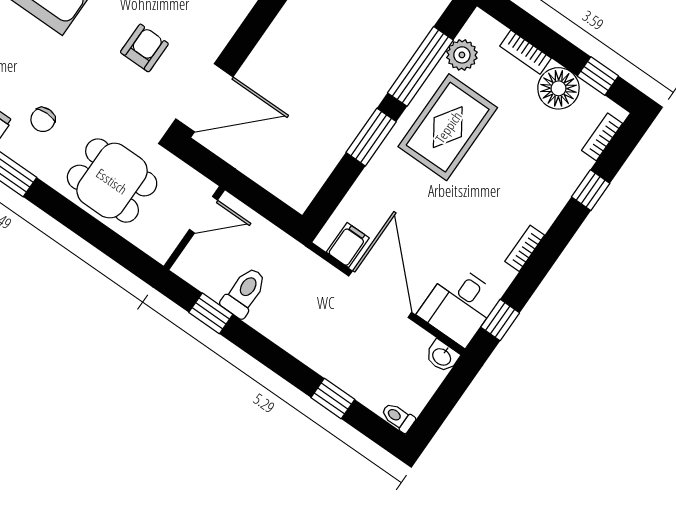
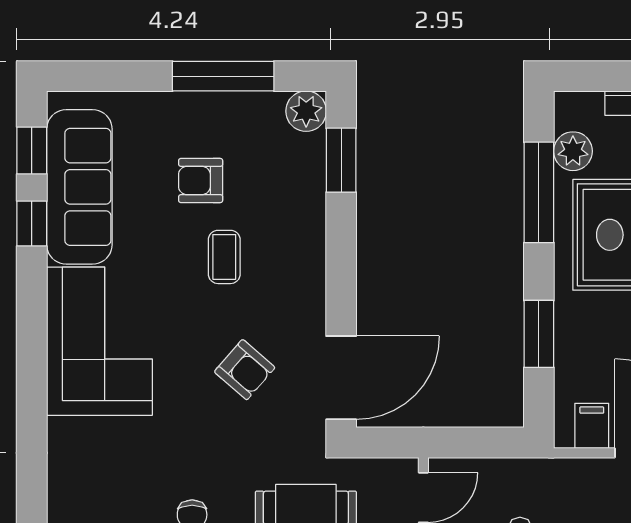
armchair: (144, 48) -> (245, 370), turned 131
window: (371, 137) -> (539, 334), moved

